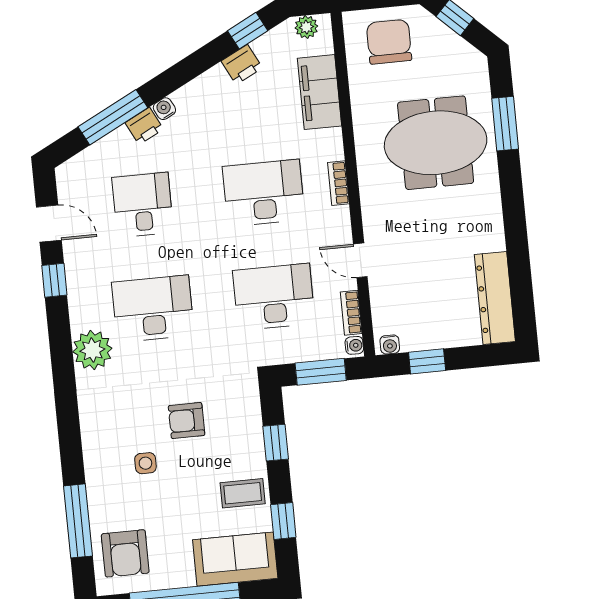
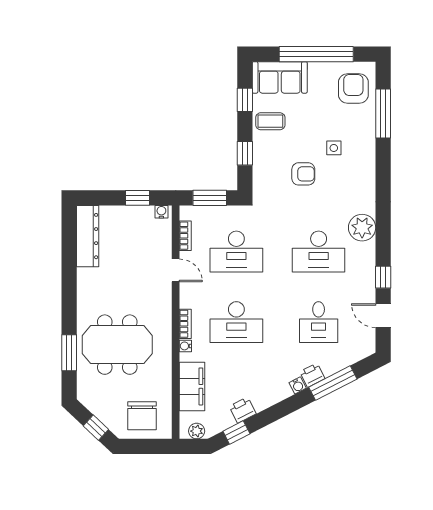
water cooler: (354, 345) -> (185, 346), moved

